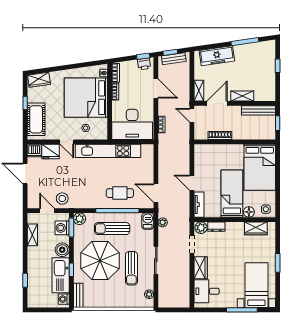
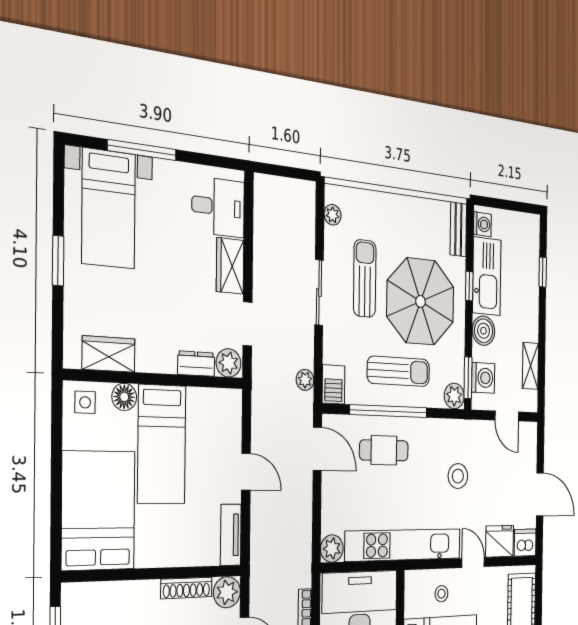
plant: (201, 133) -> (227, 592), added
plant: (148, 150) -> (332, 549), added
stool: (62, 199) -> (458, 476), moved
tv unit: (199, 205) -> (231, 535), moved

